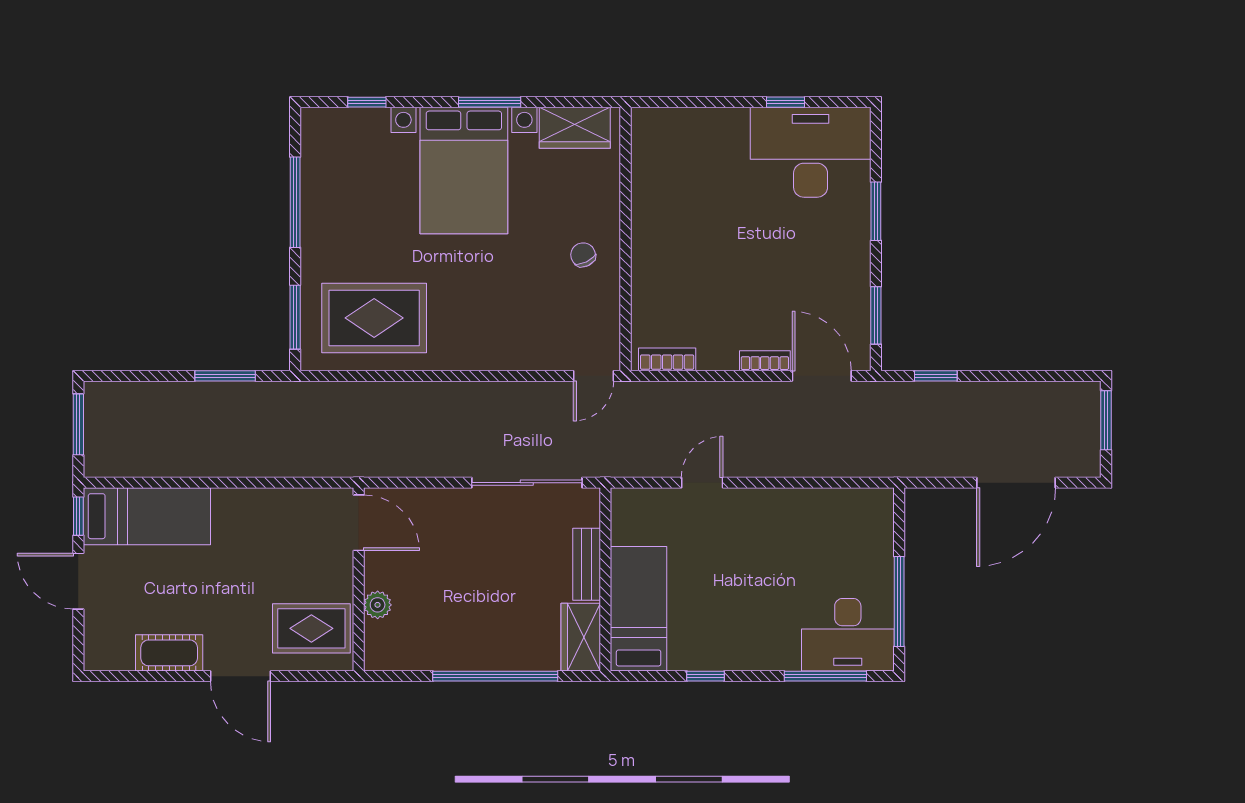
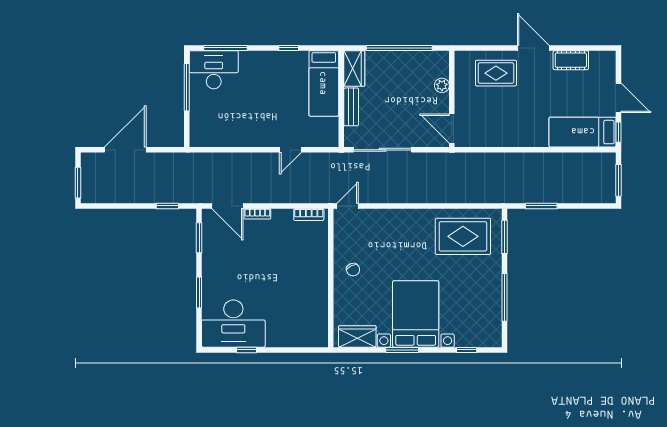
door: (359, 523) -> (452, 129), moved
wall: (359, 579) -> (452, 99), moved
plant: (378, 605) -> (442, 85), moved

